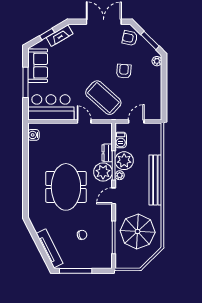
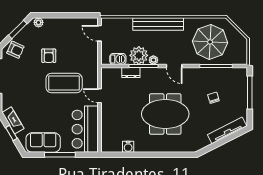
armchair: (130, 38) -> (15, 50), turned -78
armchair: (124, 71) -> (49, 56), turned -94
coffee table: (103, 98) -> (64, 83), moved, turned 48
door: (84, 122) -> (99, 96), hinge flipped
door: (136, 122) -> (99, 33), moved
water cooler: (33, 135) -> (128, 147), moved
plant: (103, 172) -> (150, 77), removed
window: (76, 271) -> (250, 92), moved

